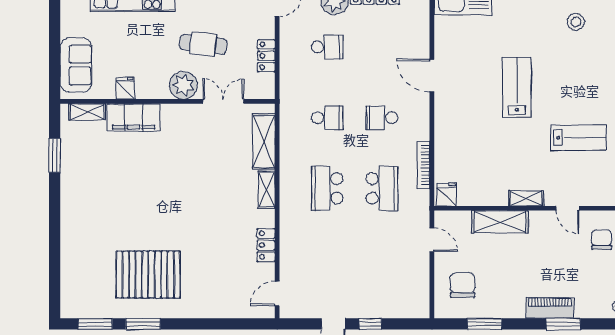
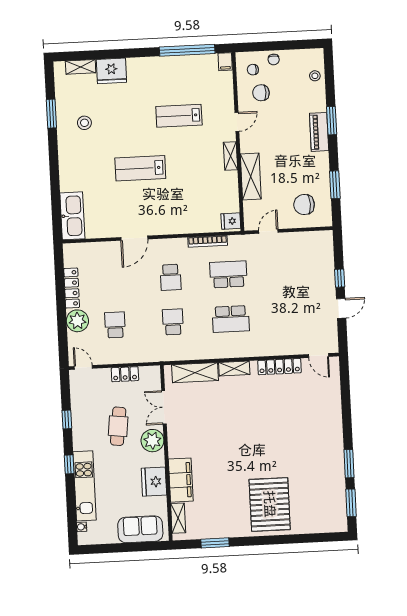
fridge: (125, 88) -> (154, 482), width x1.88, depth x1.34
lab bench: (579, 138) -> (179, 116), turned -90
locker: (266, 245) -> (279, 367), width x1.53
pallet: (148, 275) -> (270, 504), moved

